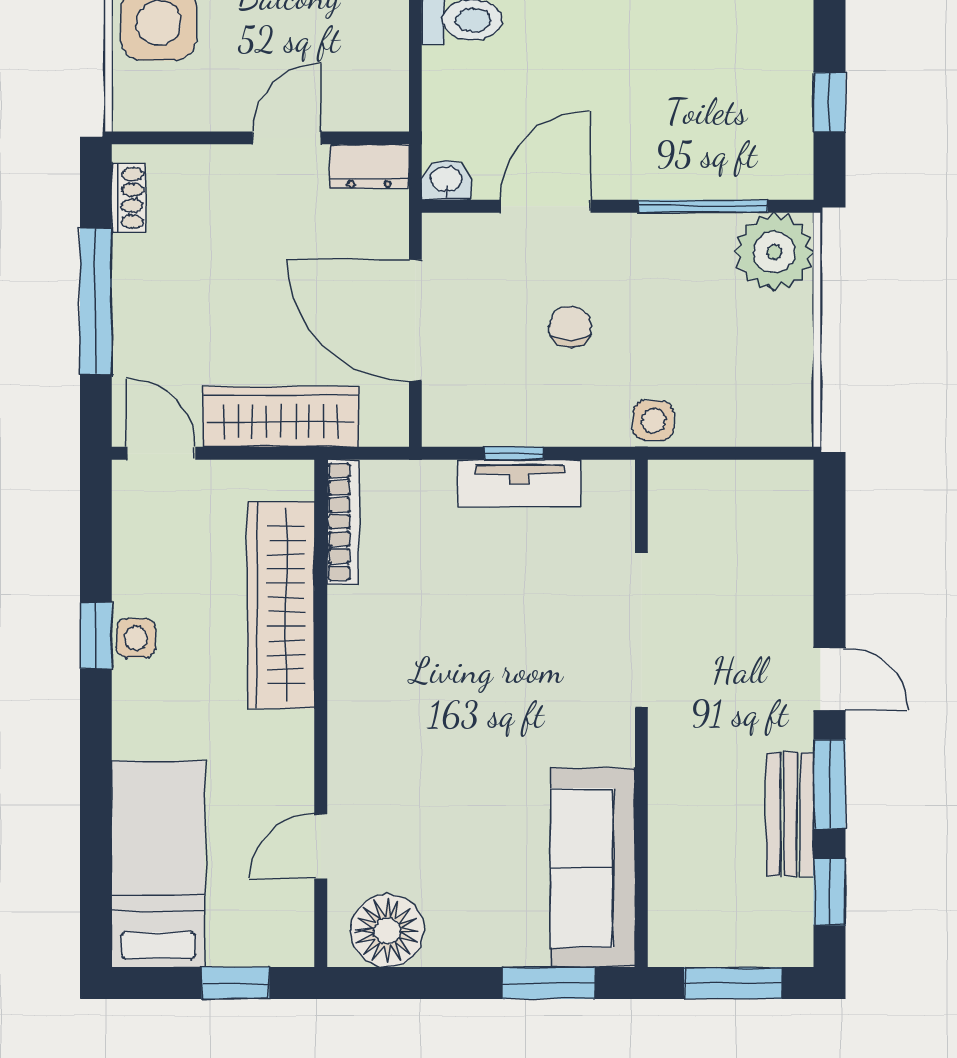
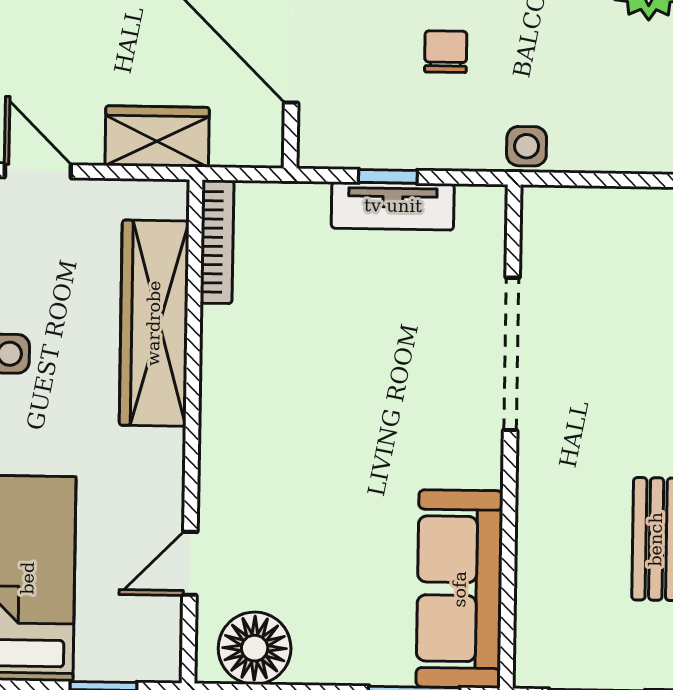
wardrobe: (281, 417) -> (157, 136), width x0.67

